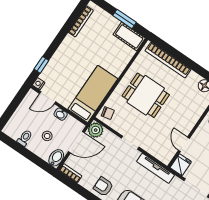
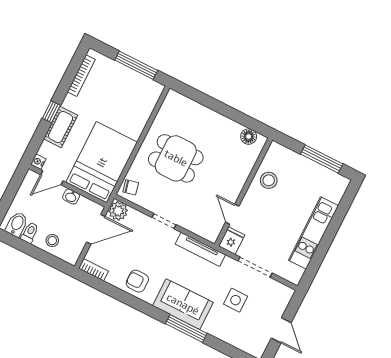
window: (124, 19) -> (136, 65), width x1.44
cot: (129, 36) -> (61, 127), moved, turned 90
bookcase: (168, 60) -> (198, 110), removed
window: (41, 65) -> (51, 112), moved
bed: (93, 94) -> (102, 162), width x1.50
stool: (47, 136) -> (52, 241), moved
bidet: (56, 158) -> (17, 224), moved

